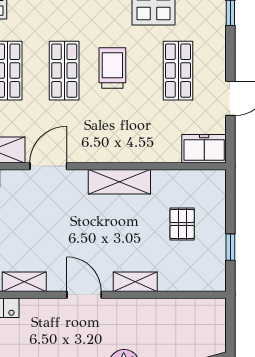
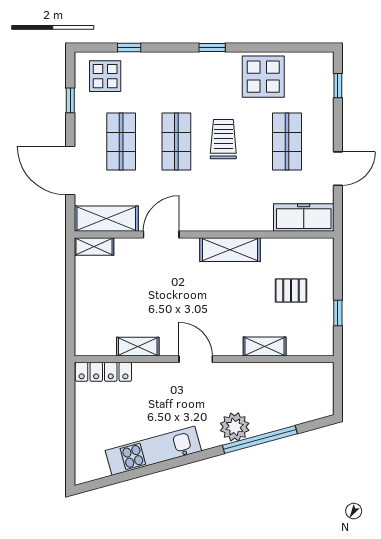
freezer: (204, 149) -> (304, 217), width x1.40
pallet: (182, 224) -> (291, 291), turned 90
shelving: (135, 282) -> (265, 347), moved

